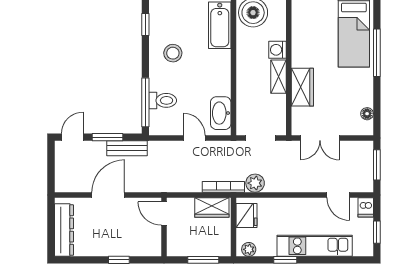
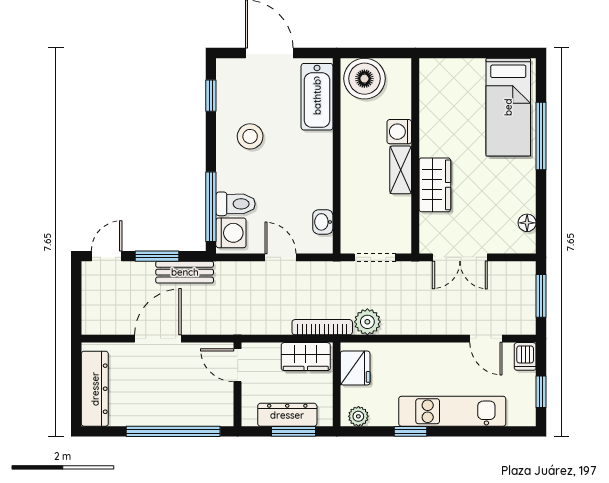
washbasin: (221, 113) -> (323, 222), width x0.52, depth x0.69
washing machine: (159, 121) -> (231, 233), added
dresser: (199, 248) -> (287, 415), added
window: (119, 260) -> (173, 431), width x3.17

